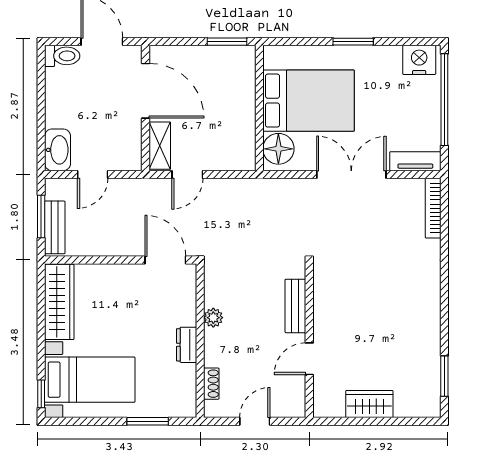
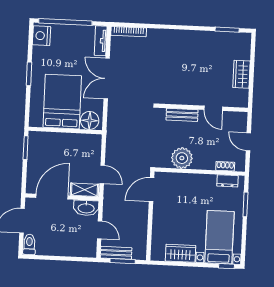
washbasin: (58, 150) -> (86, 208), moved, turned 180
bench: (55, 227) -> (116, 253), moved
wardrobe: (59, 302) -> (181, 253), width x0.67
plant: (213, 318) -> (182, 158), width x1.88, depth x1.88
dresser: (187, 345) -> (227, 181), moved

